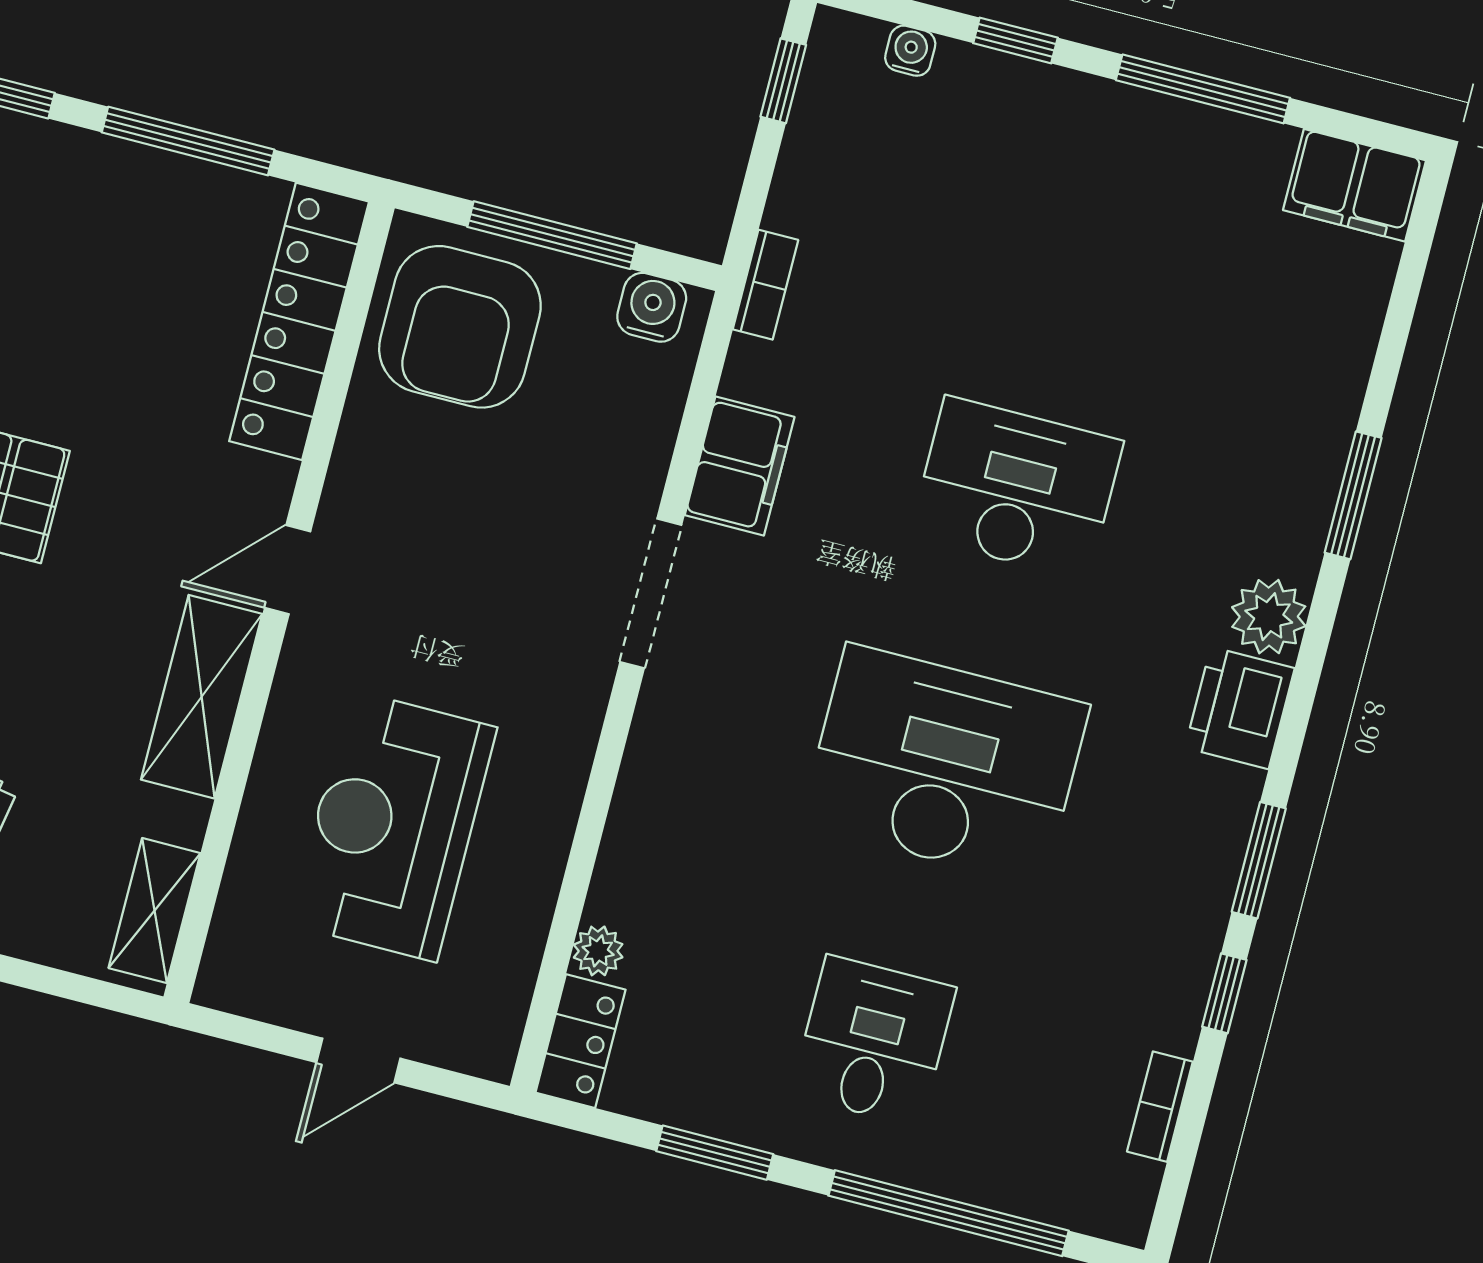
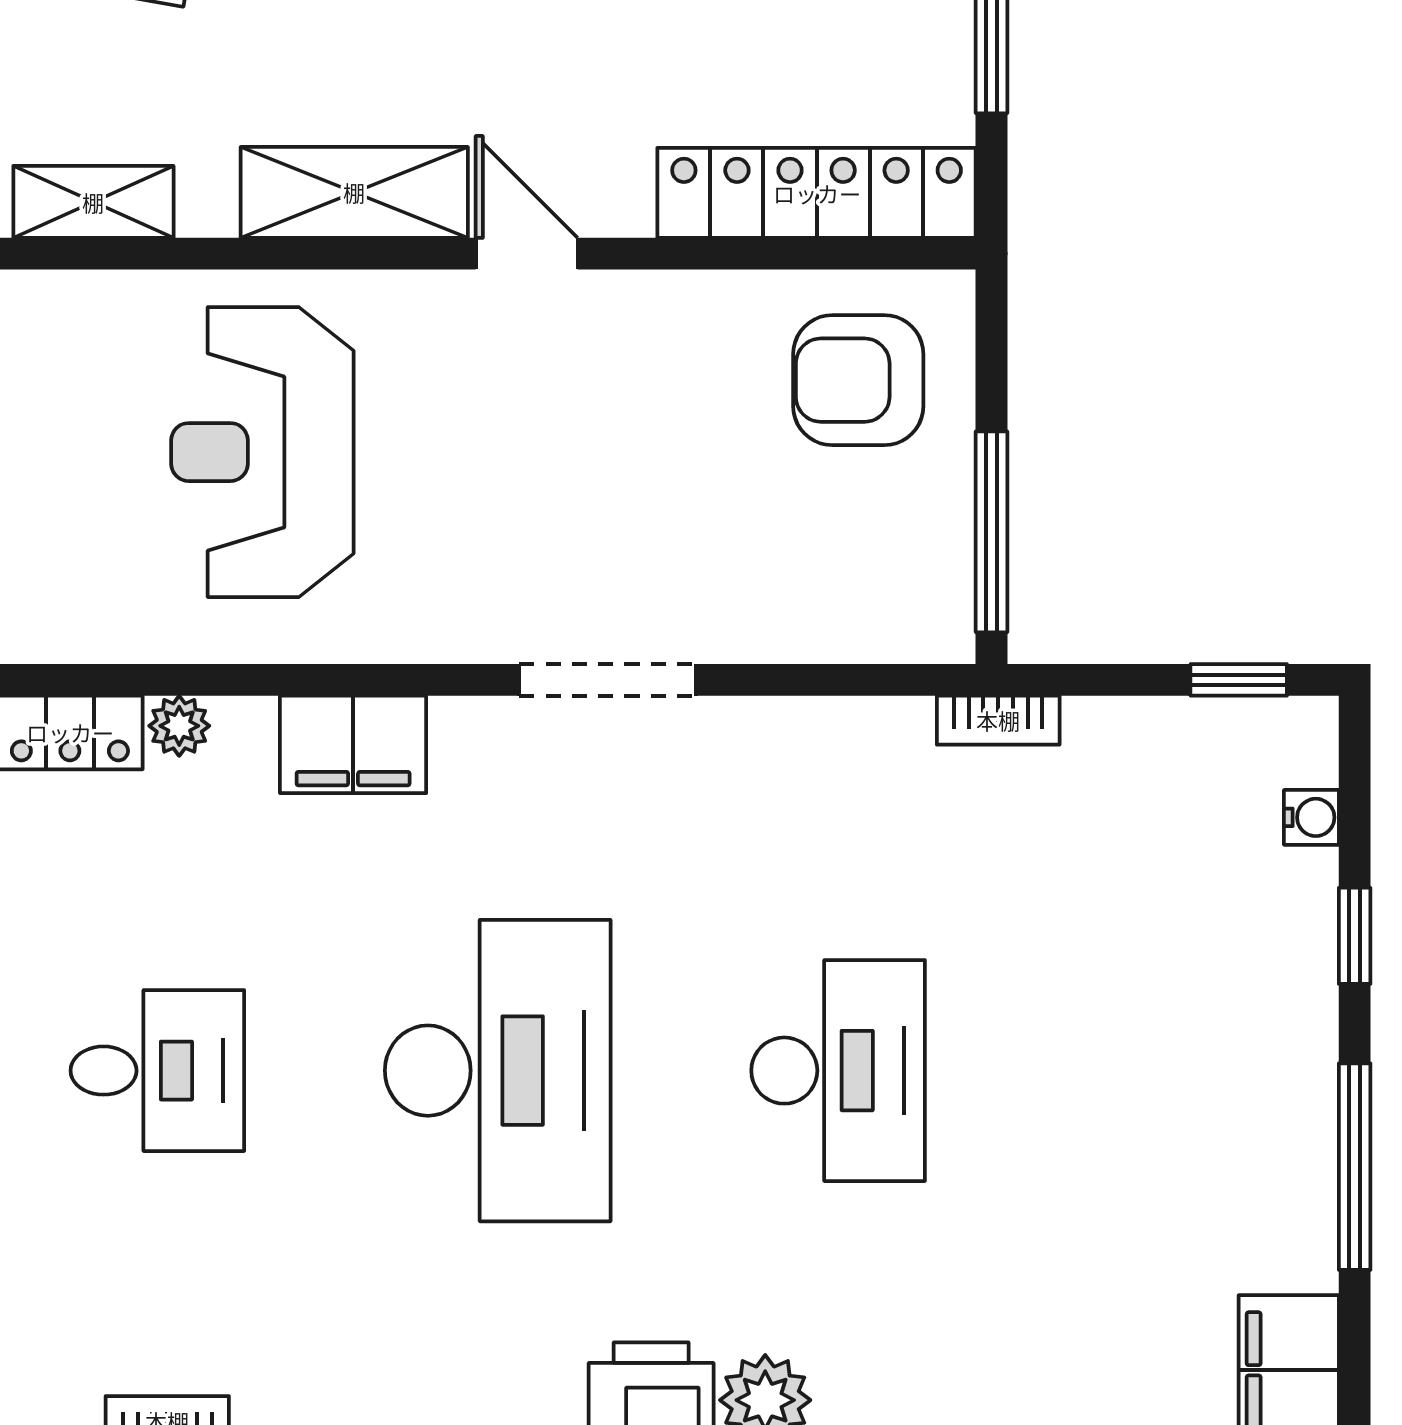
window: (552, 235) -> (992, 532), moved
water cooler: (652, 307) -> (938, 596), removed
armchair: (460, 327) -> (858, 380), width x0.73, depth x0.73
filing cabinet: (740, 466) -> (353, 744), moved
reception desk: (393, 826) -> (262, 452), turned -90

